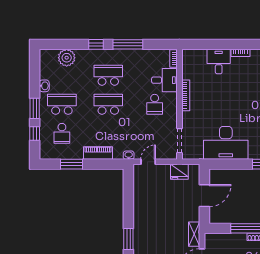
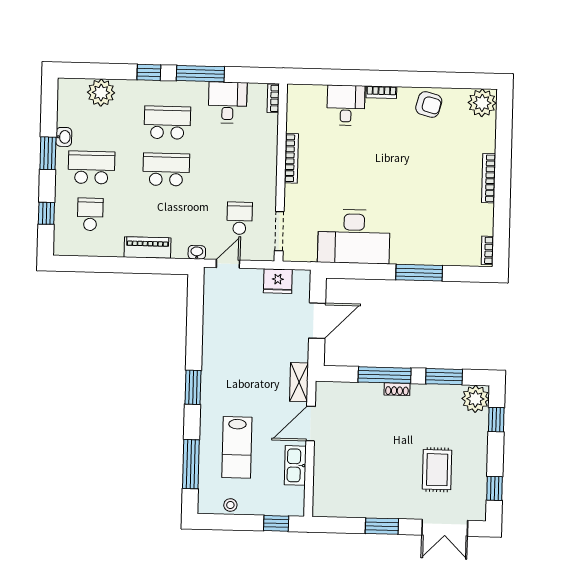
desk: (164, 80) -> (228, 103), moved, turned -90
school desk: (155, 104) -> (240, 218), moved, turned 180
window: (35, 108) -> (48, 153), moved
school desk: (62, 133) -> (90, 214), turned 180
window: (72, 164) -> (104, 264), removed

